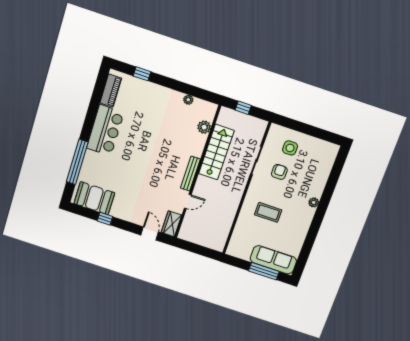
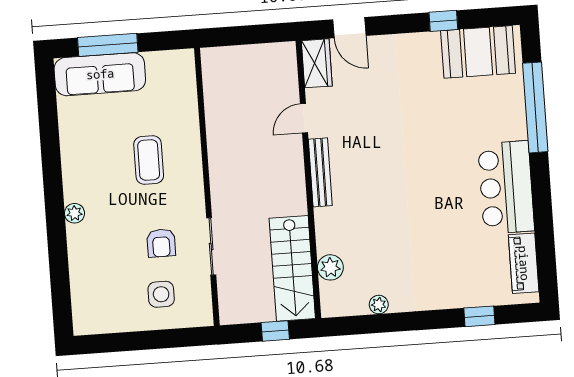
stairs: (216, 152) -> (292, 268), moved
coffee table: (268, 212) -> (149, 160), turned 90

